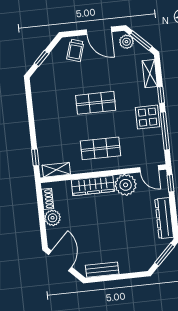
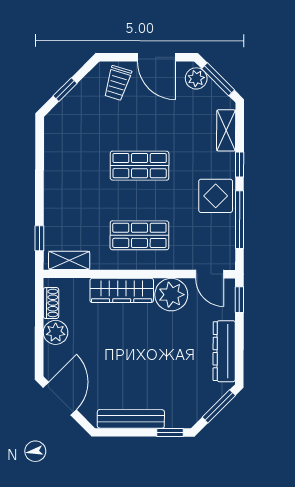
bench: (102, 270) -> (131, 419), width x1.36
window: (135, 275) -> (170, 432), added

